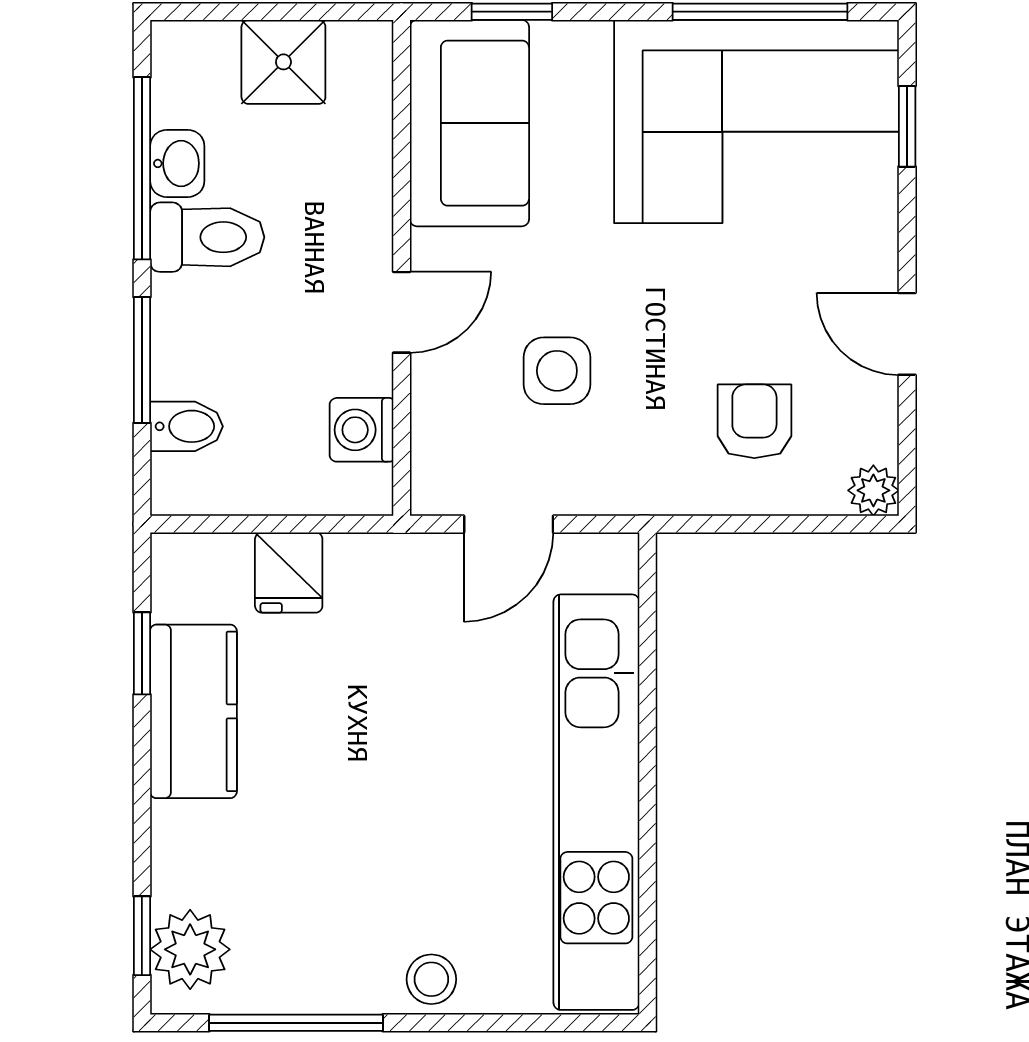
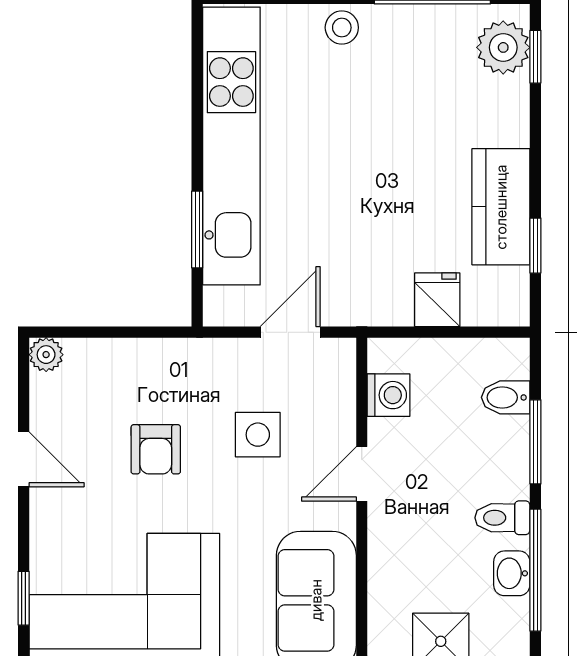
toilet: (207, 237) -> (502, 518), width x0.73, depth x0.72
armchair: (754, 421) -> (156, 449), moved
window: (647, 677) -> (197, 229), added

